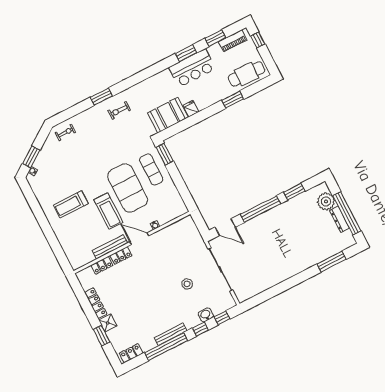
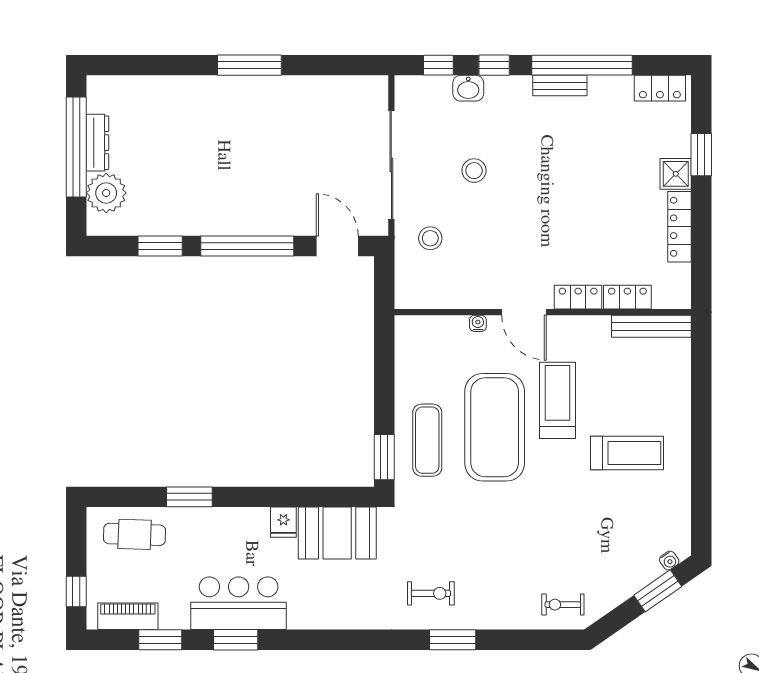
cafe table: (247, 74) -> (135, 534), width x0.73, depth x0.74
bench: (110, 247) -> (651, 326), moved
stool: (191, 249) -> (430, 238), added
window: (332, 262) -> (249, 65), moved
bench: (171, 334) -> (560, 86), width x0.73

